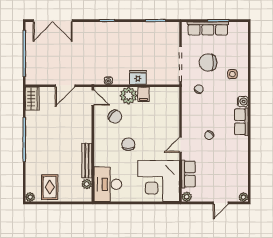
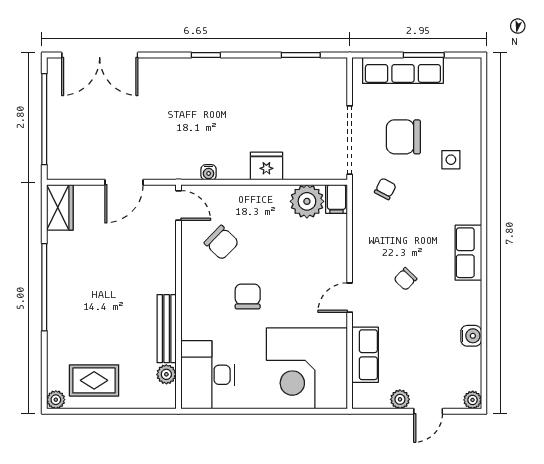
filing cabinet: (144, 94) -> (336, 199), moved
plant: (128, 96) -> (307, 201), moved
water cooler: (243, 101) -> (471, 336), moved
rug: (50, 187) -> (94, 380), turned 90
plant: (187, 197) -> (400, 399), moved

